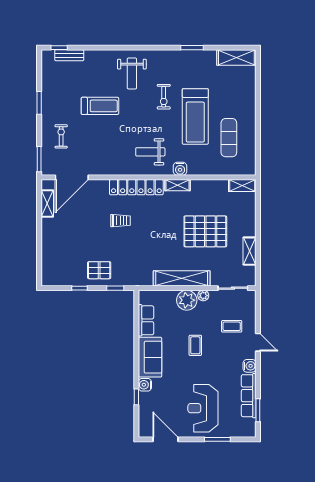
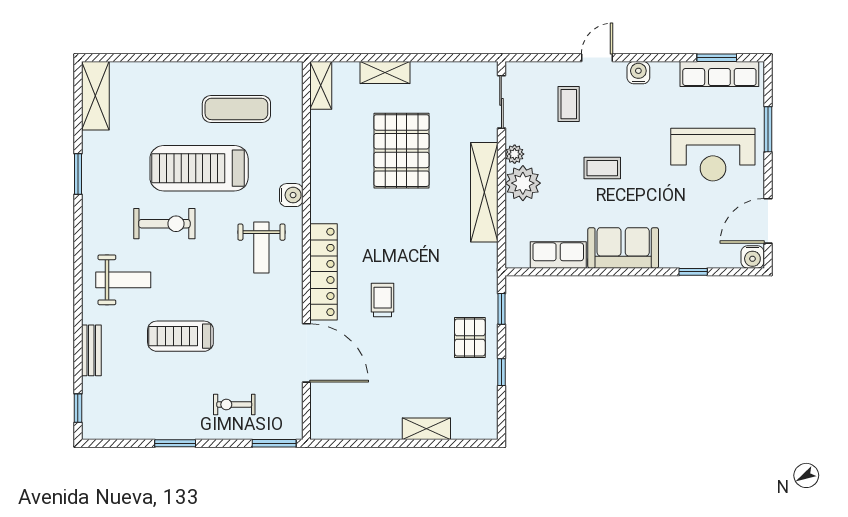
bench: (69, 55) -> (91, 350), moved
exercise bike: (164, 97) -> (164, 224), width x1.38, depth x1.39
treadmill: (100, 106) -> (180, 336), turned -90
treadmill: (195, 116) -> (199, 168), turned 180
door: (72, 177) -> (306, 353), moved
shelving: (178, 185) -> (320, 199), removed
shelving: (47, 203) -> (426, 429), moved
shelving: (250, 251) -> (385, 73), moved
water cooler: (145, 385) -> (752, 257), moved
row of seats: (249, 396) -> (719, 74), moved

